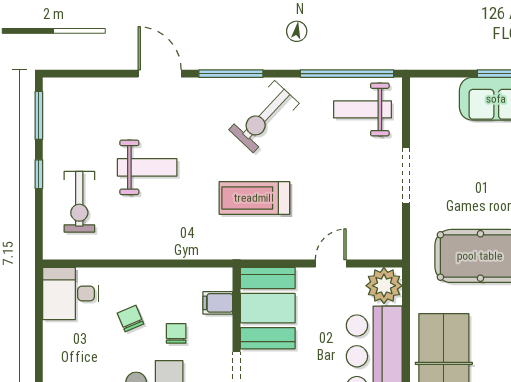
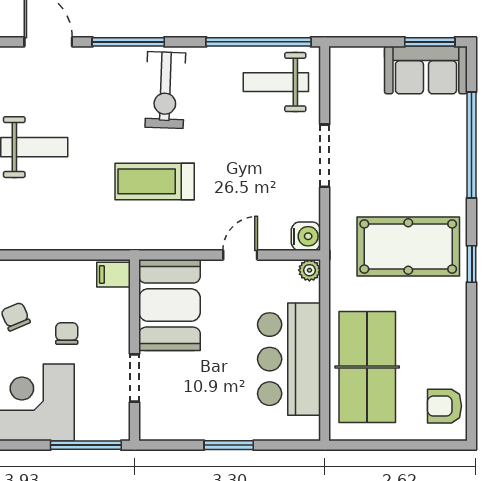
exercise bike: (264, 117) -> (165, 90), turned -41
water cooler: (389, 247) -> (306, 236), added
plant: (384, 286) -> (309, 270), width x0.53, depth x0.53
filing cabinet: (218, 303) -> (114, 275), moved

